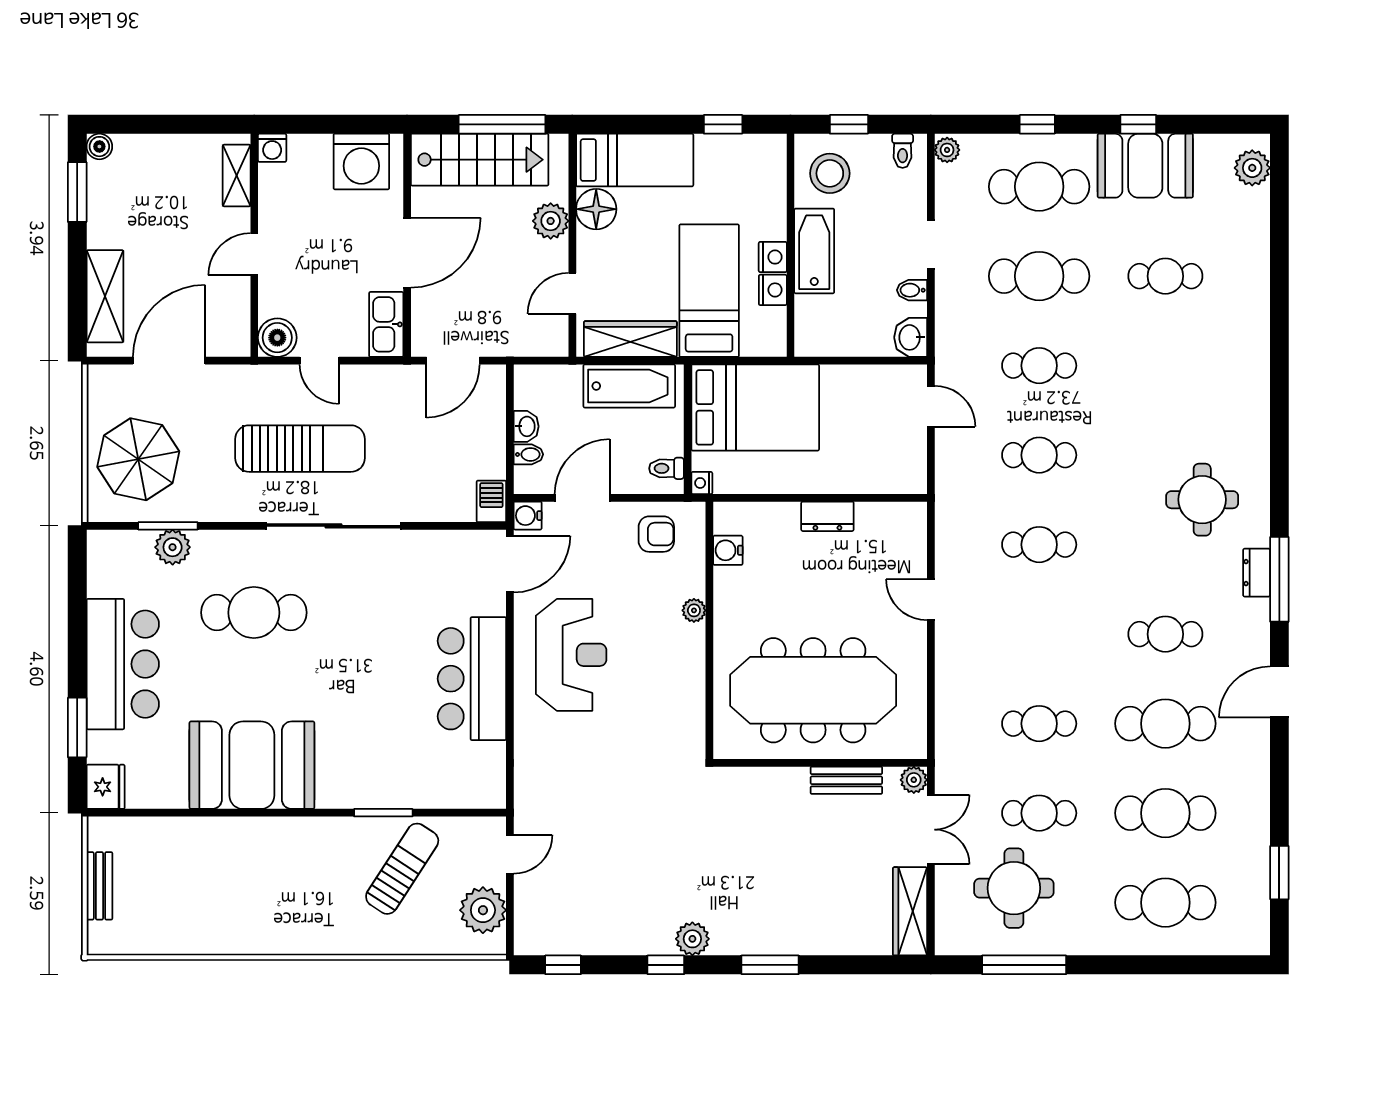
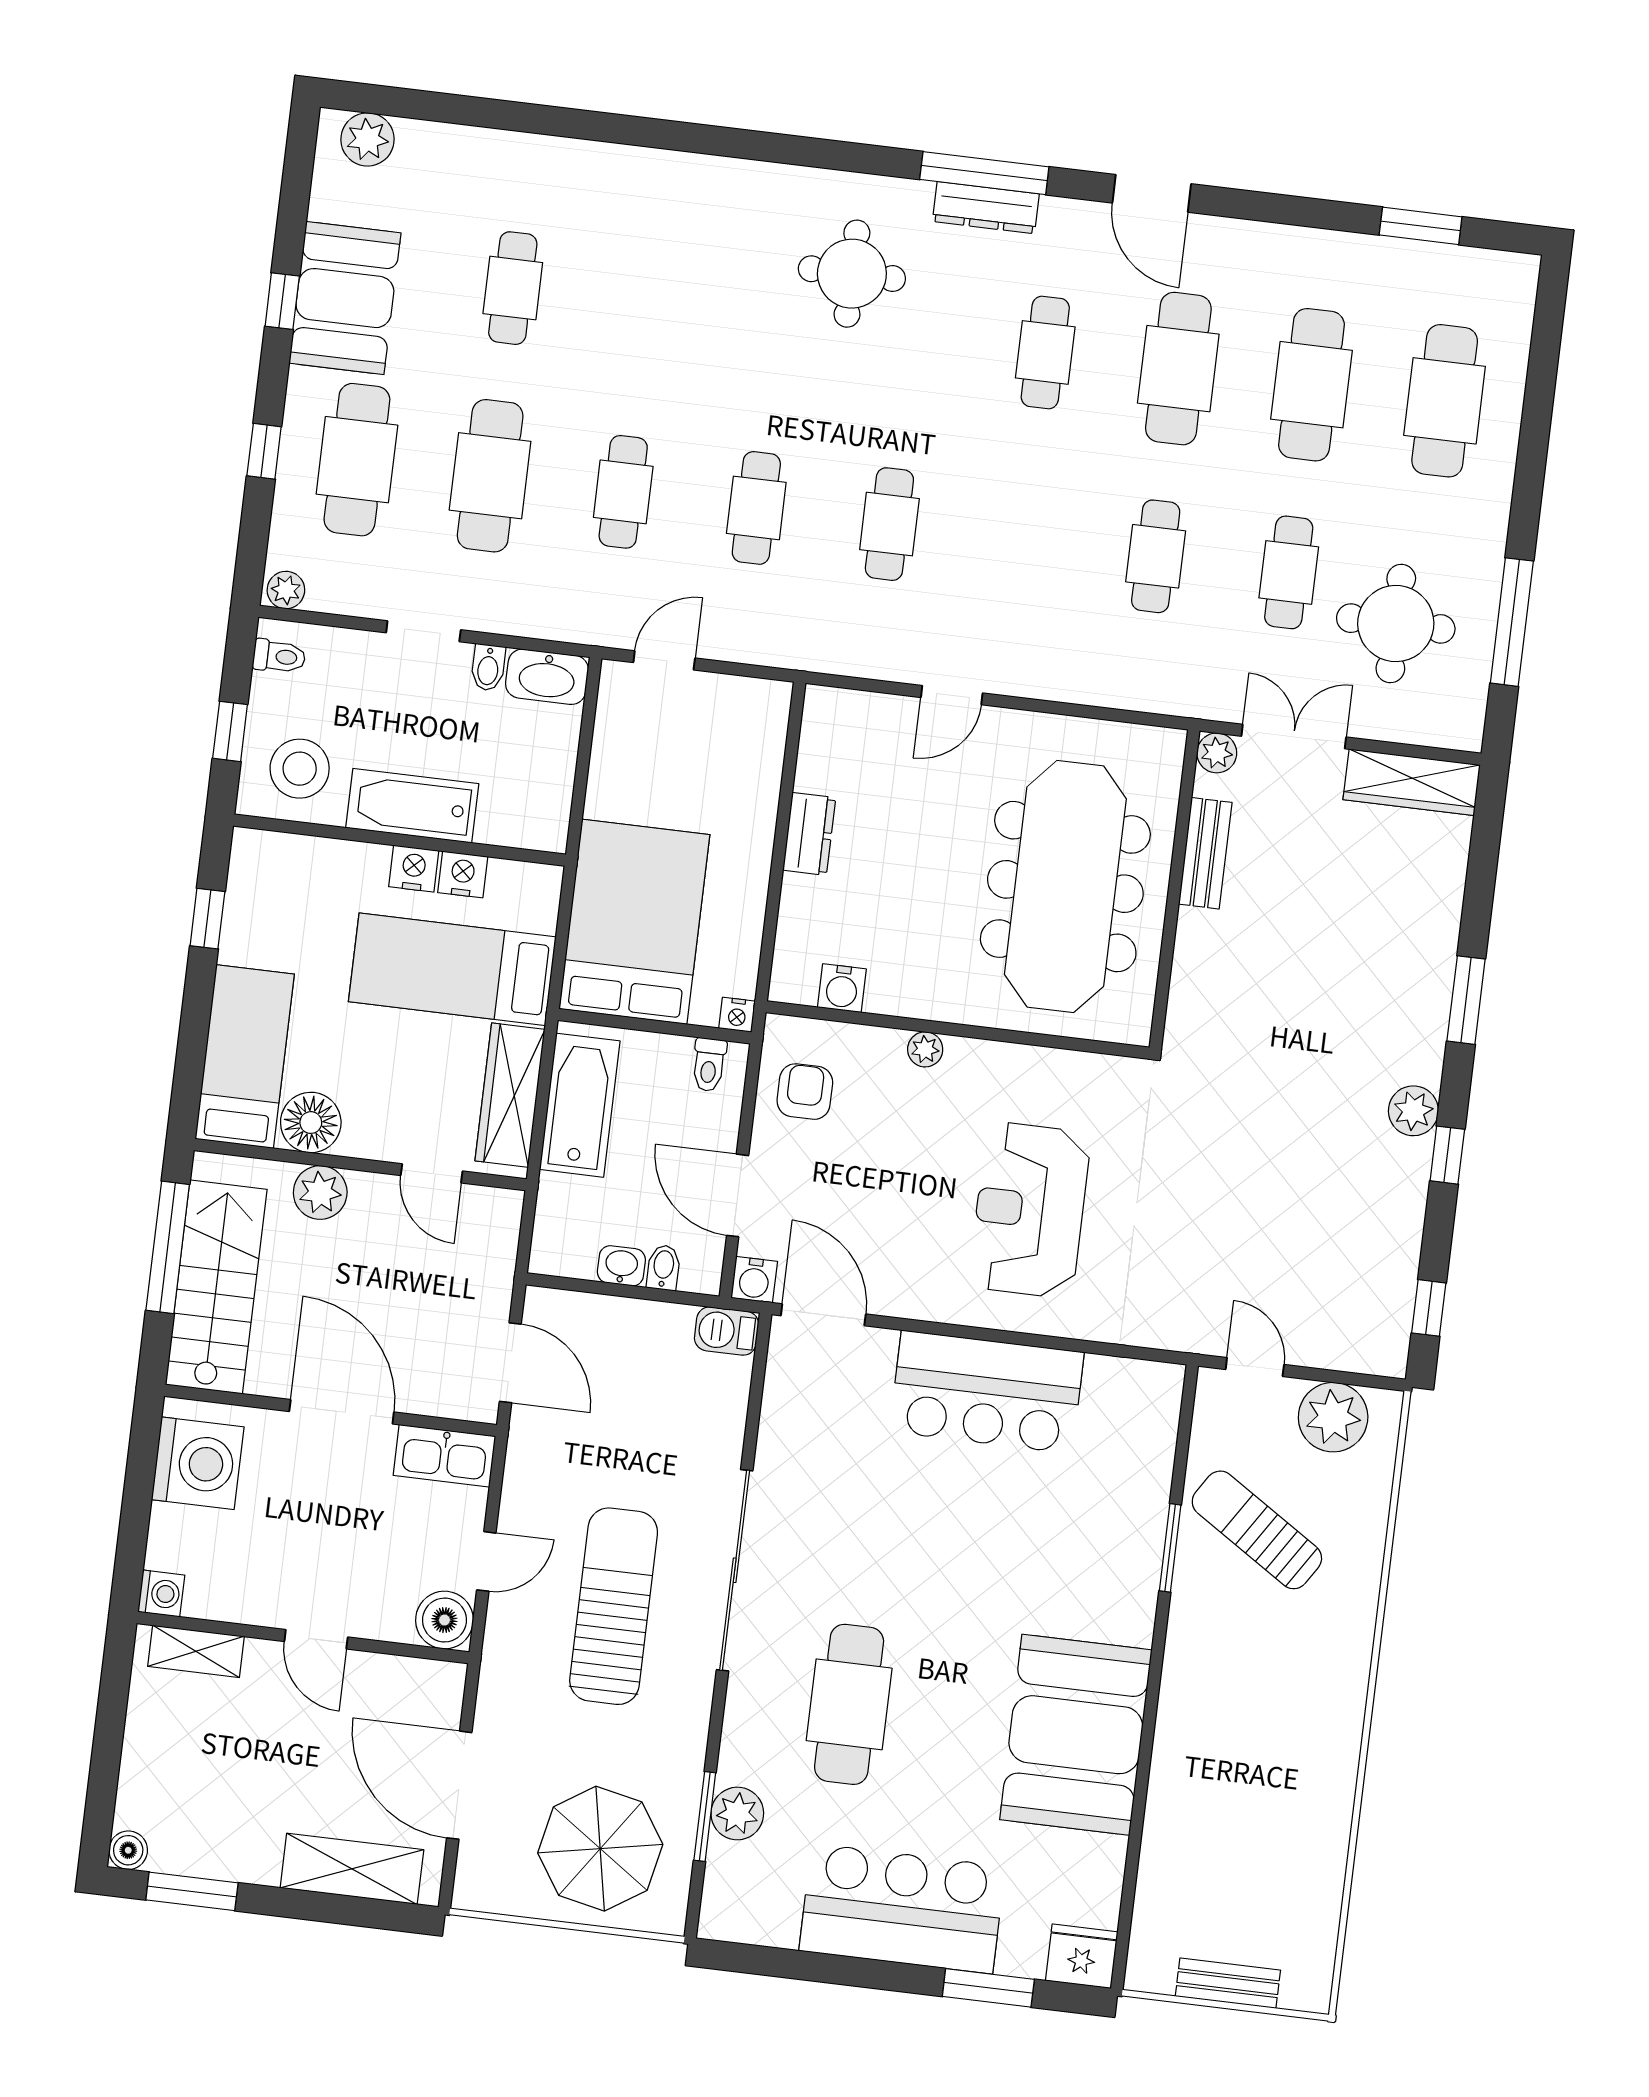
washbasin: (911, 337) -> (547, 677), width x1.38
dresser: (1257, 573) -> (986, 208), width x1.44
reception desk: (571, 655) -> (1030, 1210), moved, turned -90

